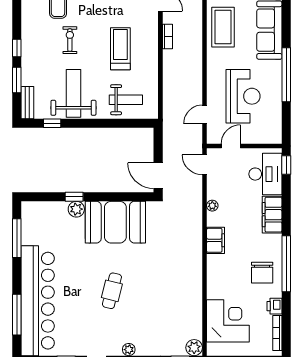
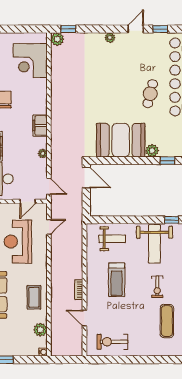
coffee table: (223, 27) -> (34, 297), width x0.73, depth x0.76
weight bench: (126, 100) -> (112, 239), turned 180
window: (74, 197) -> (168, 161), moved
cafe table: (112, 291) -> (150, 94), moved

